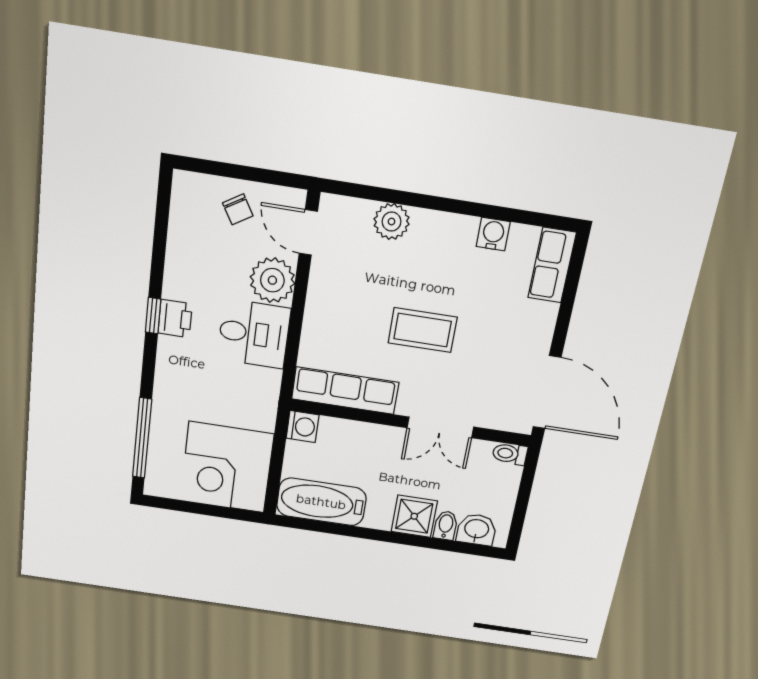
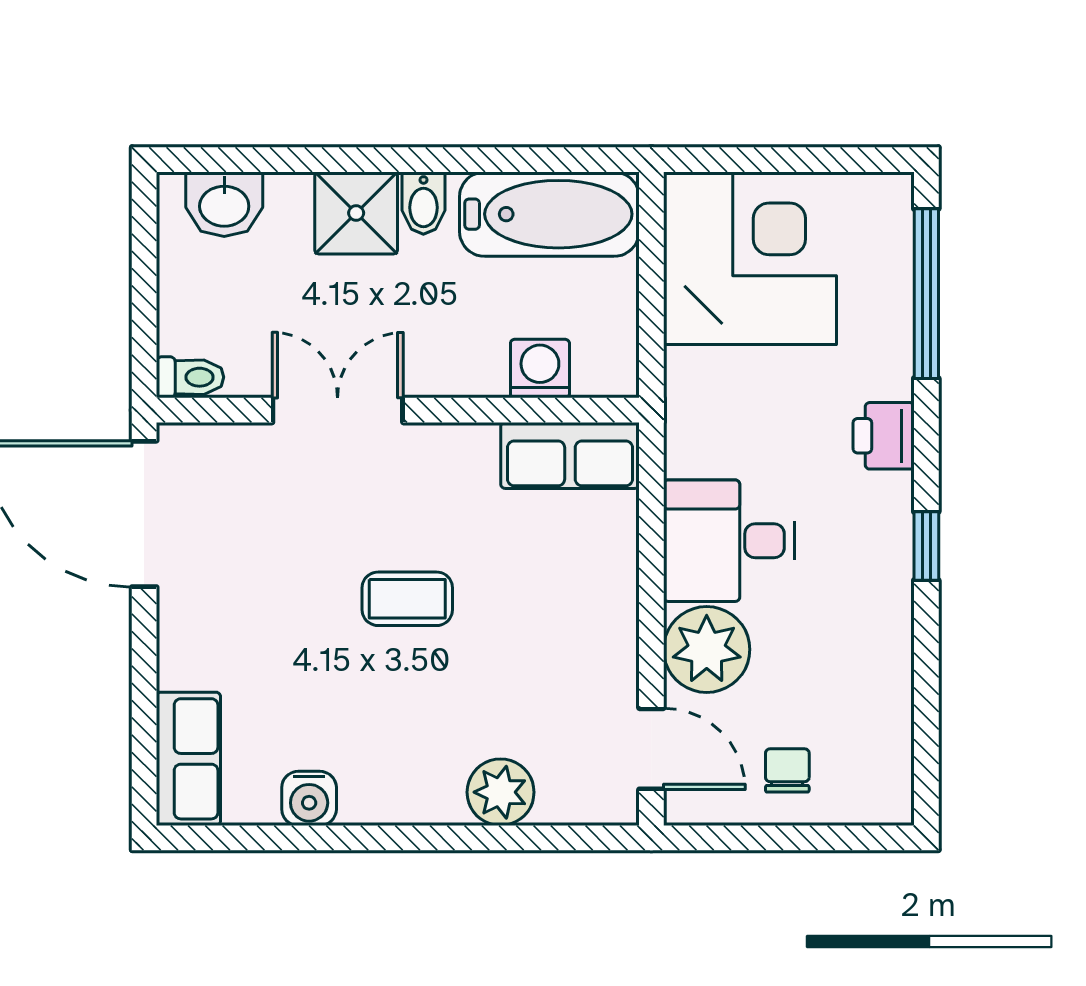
chair: (238, 209) -> (787, 770), turned 31
printer: (175, 319) -> (884, 436), moved
coffee table: (423, 330) -> (407, 599), width x0.73, depth x0.77
row of seats: (345, 391) -> (570, 455), width x0.68
washing machine: (303, 427) -> (540, 368), moved, turned 90
bidet: (446, 525) -> (423, 203), moved

